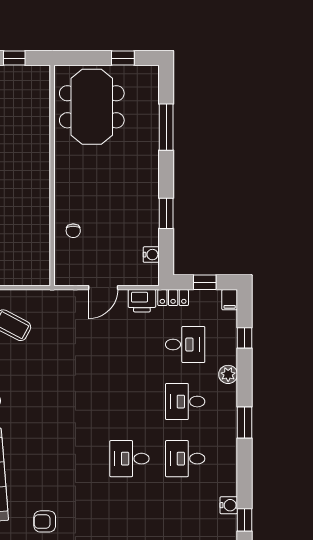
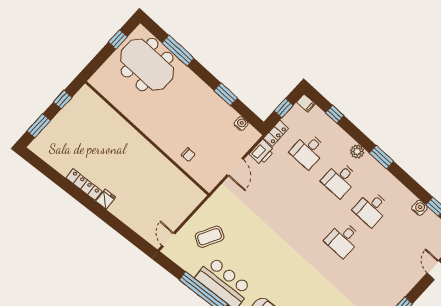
meeting table: (92, 107) -> (147, 65), moved
desk: (185, 345) -> (308, 150), turned 180
plant: (228, 374) -> (357, 152), moved

